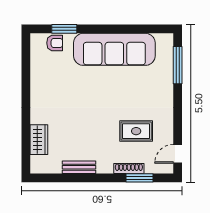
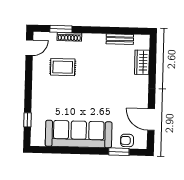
window: (178, 65) -> (27, 120), width x0.46
door: (26, 69) -> (151, 120), added
bench: (79, 167) -> (120, 39), moved

